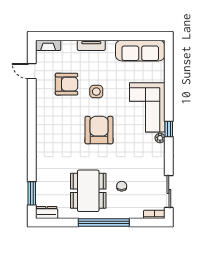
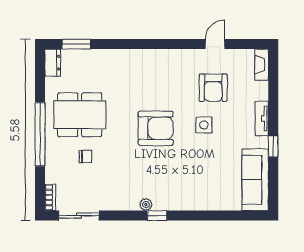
window: (113, 36) -> (273, 146), added
door: (32, 71) -> (215, 44), moved
corner sofa: (147, 107) -> (184, 189), removed

